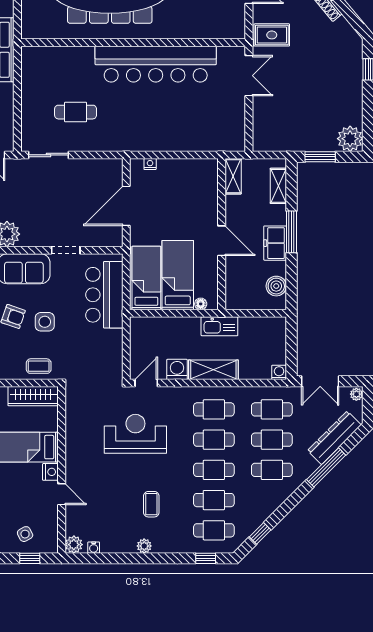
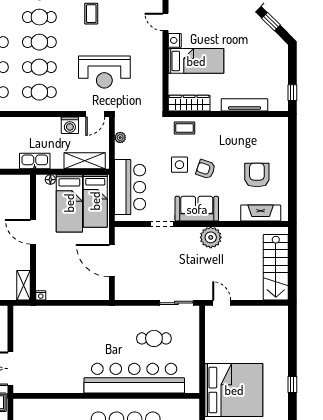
bar counter: (156, 64) -> (134, 378), moved
nightstand: (150, 164) -> (41, 295), moved
door: (126, 206) -> (112, 261), swing flipped
plant: (116, 355) -> (120, 137), added
shelving: (213, 370) -> (85, 161), moved

